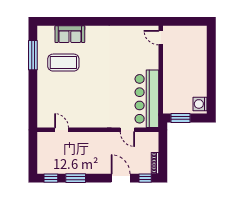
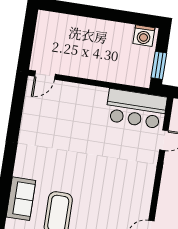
bar counter: (147, 99) -> (136, 109), width x0.73

